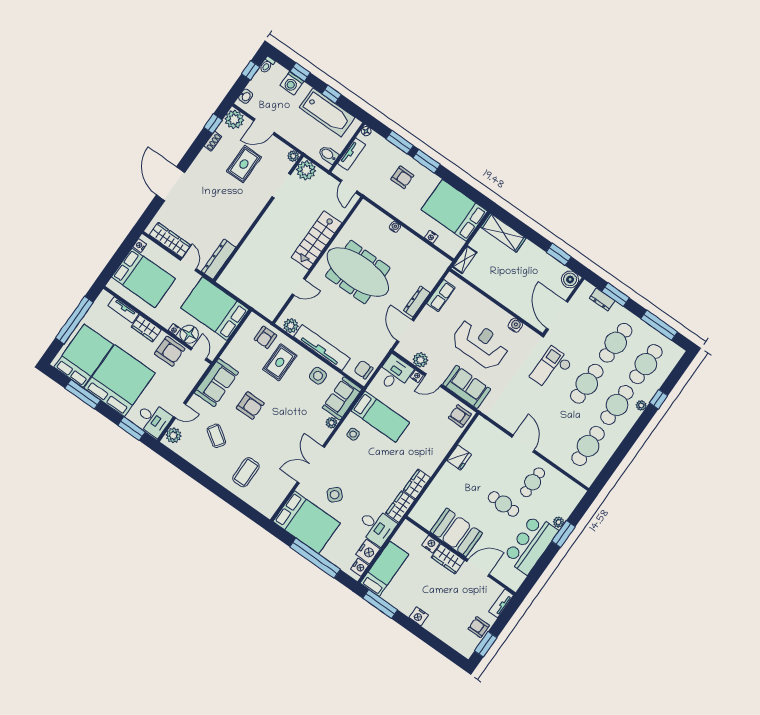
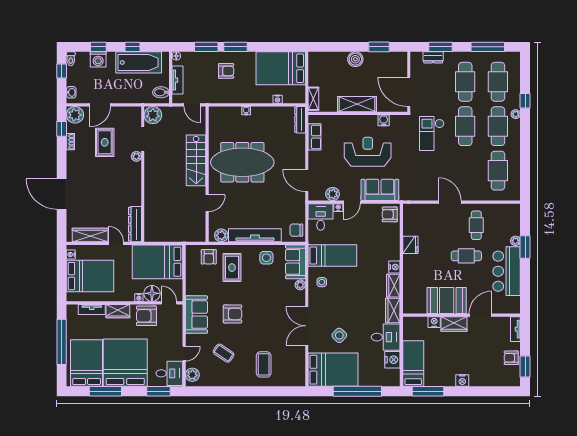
plant: (293, 156) -> (136, 156), moved
shelving: (503, 233) -> (357, 104), moved
boiler: (570, 279) -> (355, 59), moved
dresser: (417, 302) -> (300, 120), moved
armchair: (170, 351) -> (147, 316), turned 180
nightstand: (360, 567) -> (394, 267), moved

